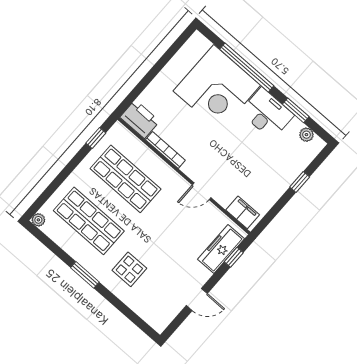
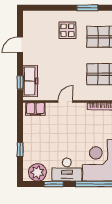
plant: (306, 135) -> (38, 172), width x1.88, depth x1.88

